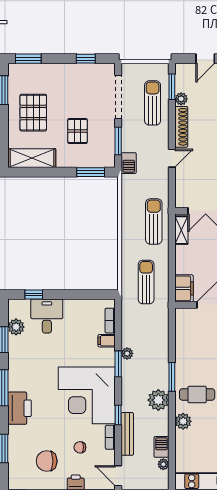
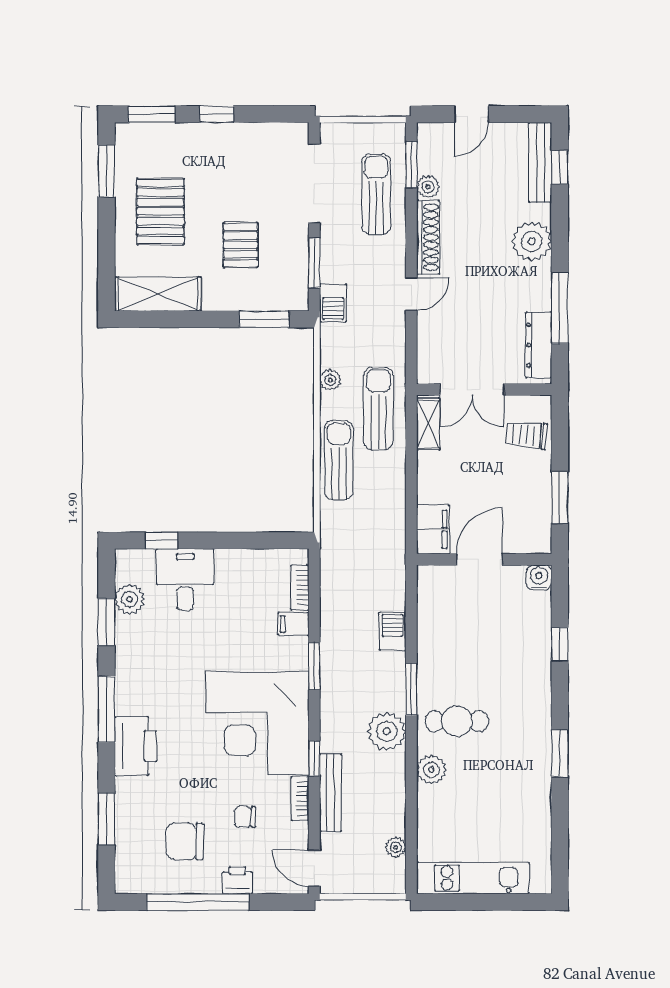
window: (86, 59) -> (217, 114), moved
sun lounger: (146, 282) -> (339, 460), moved
plant: (127, 353) -> (330, 380), moved
barbecue: (161, 447) -> (392, 631), moved

